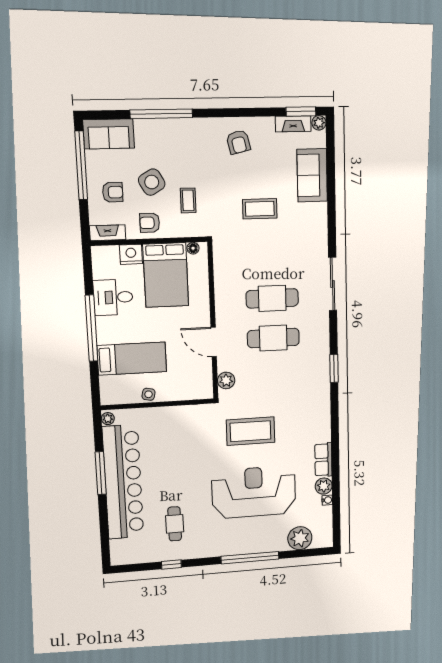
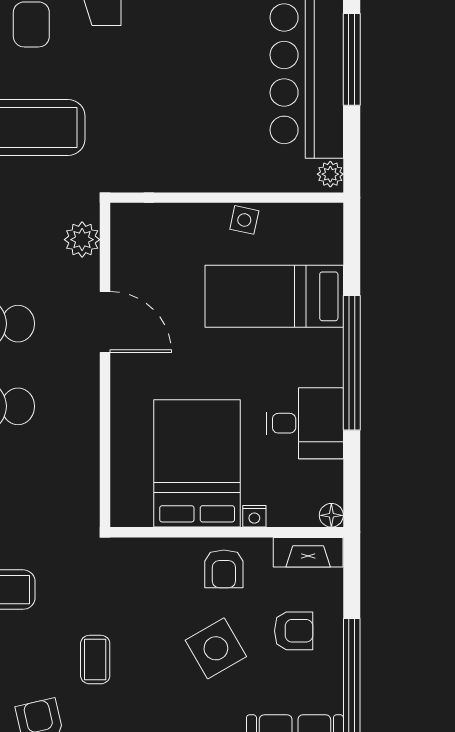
armchair: (113, 192) -> (294, 631), turned 180
coffee table: (188, 200) -> (95, 660), moved
armchair: (150, 223) -> (224, 569), turned 90
floor lamp: (193, 248) -> (331, 515), moved
nightstand: (131, 254) -> (254, 516), width x0.53, depth x0.56

